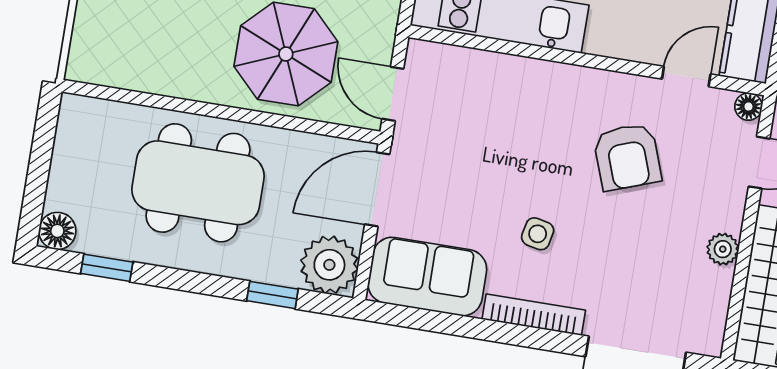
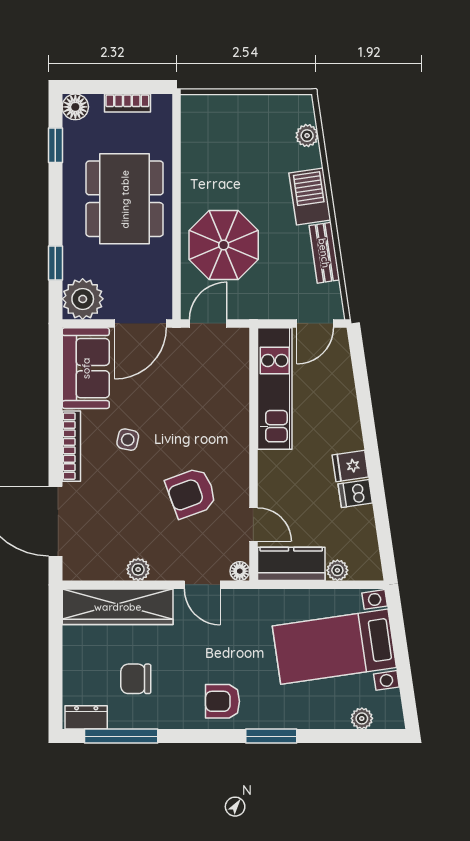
bookcase: (64, 157) -> (127, 103), added
door: (377, 189) -> (140, 324), swing flipped

